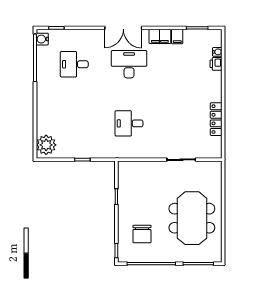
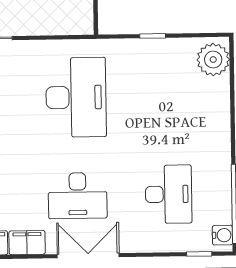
desk: (74, 64) -> (169, 194), width x1.37
desk: (129, 123) -> (76, 97), width x1.87, depth x1.30

